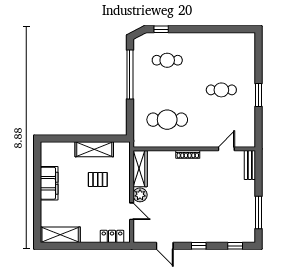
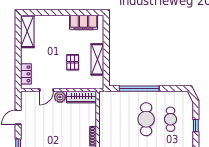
window: (161, 29) -> (196, 126), moved
window: (130, 75) -> (139, 89), moved
cafe table: (167, 120) -> (146, 119), moved
filing cabinet: (49, 183) -> (83, 22), moved

